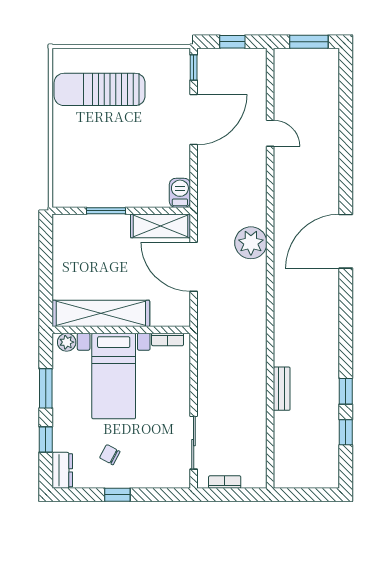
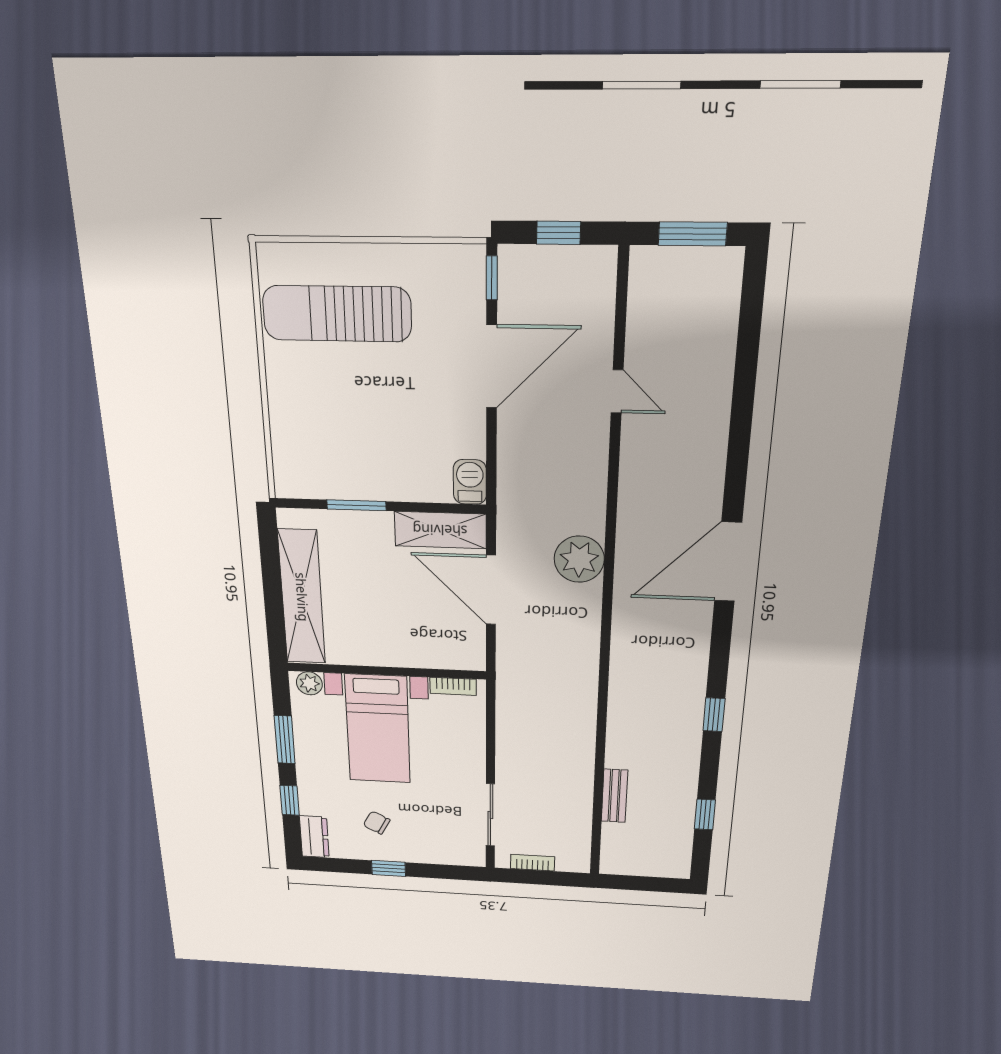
shelving: (101, 313) -> (302, 597), moved, turned 90
bench: (282, 389) -> (614, 796), moved
window: (346, 391) -> (714, 715), moved

